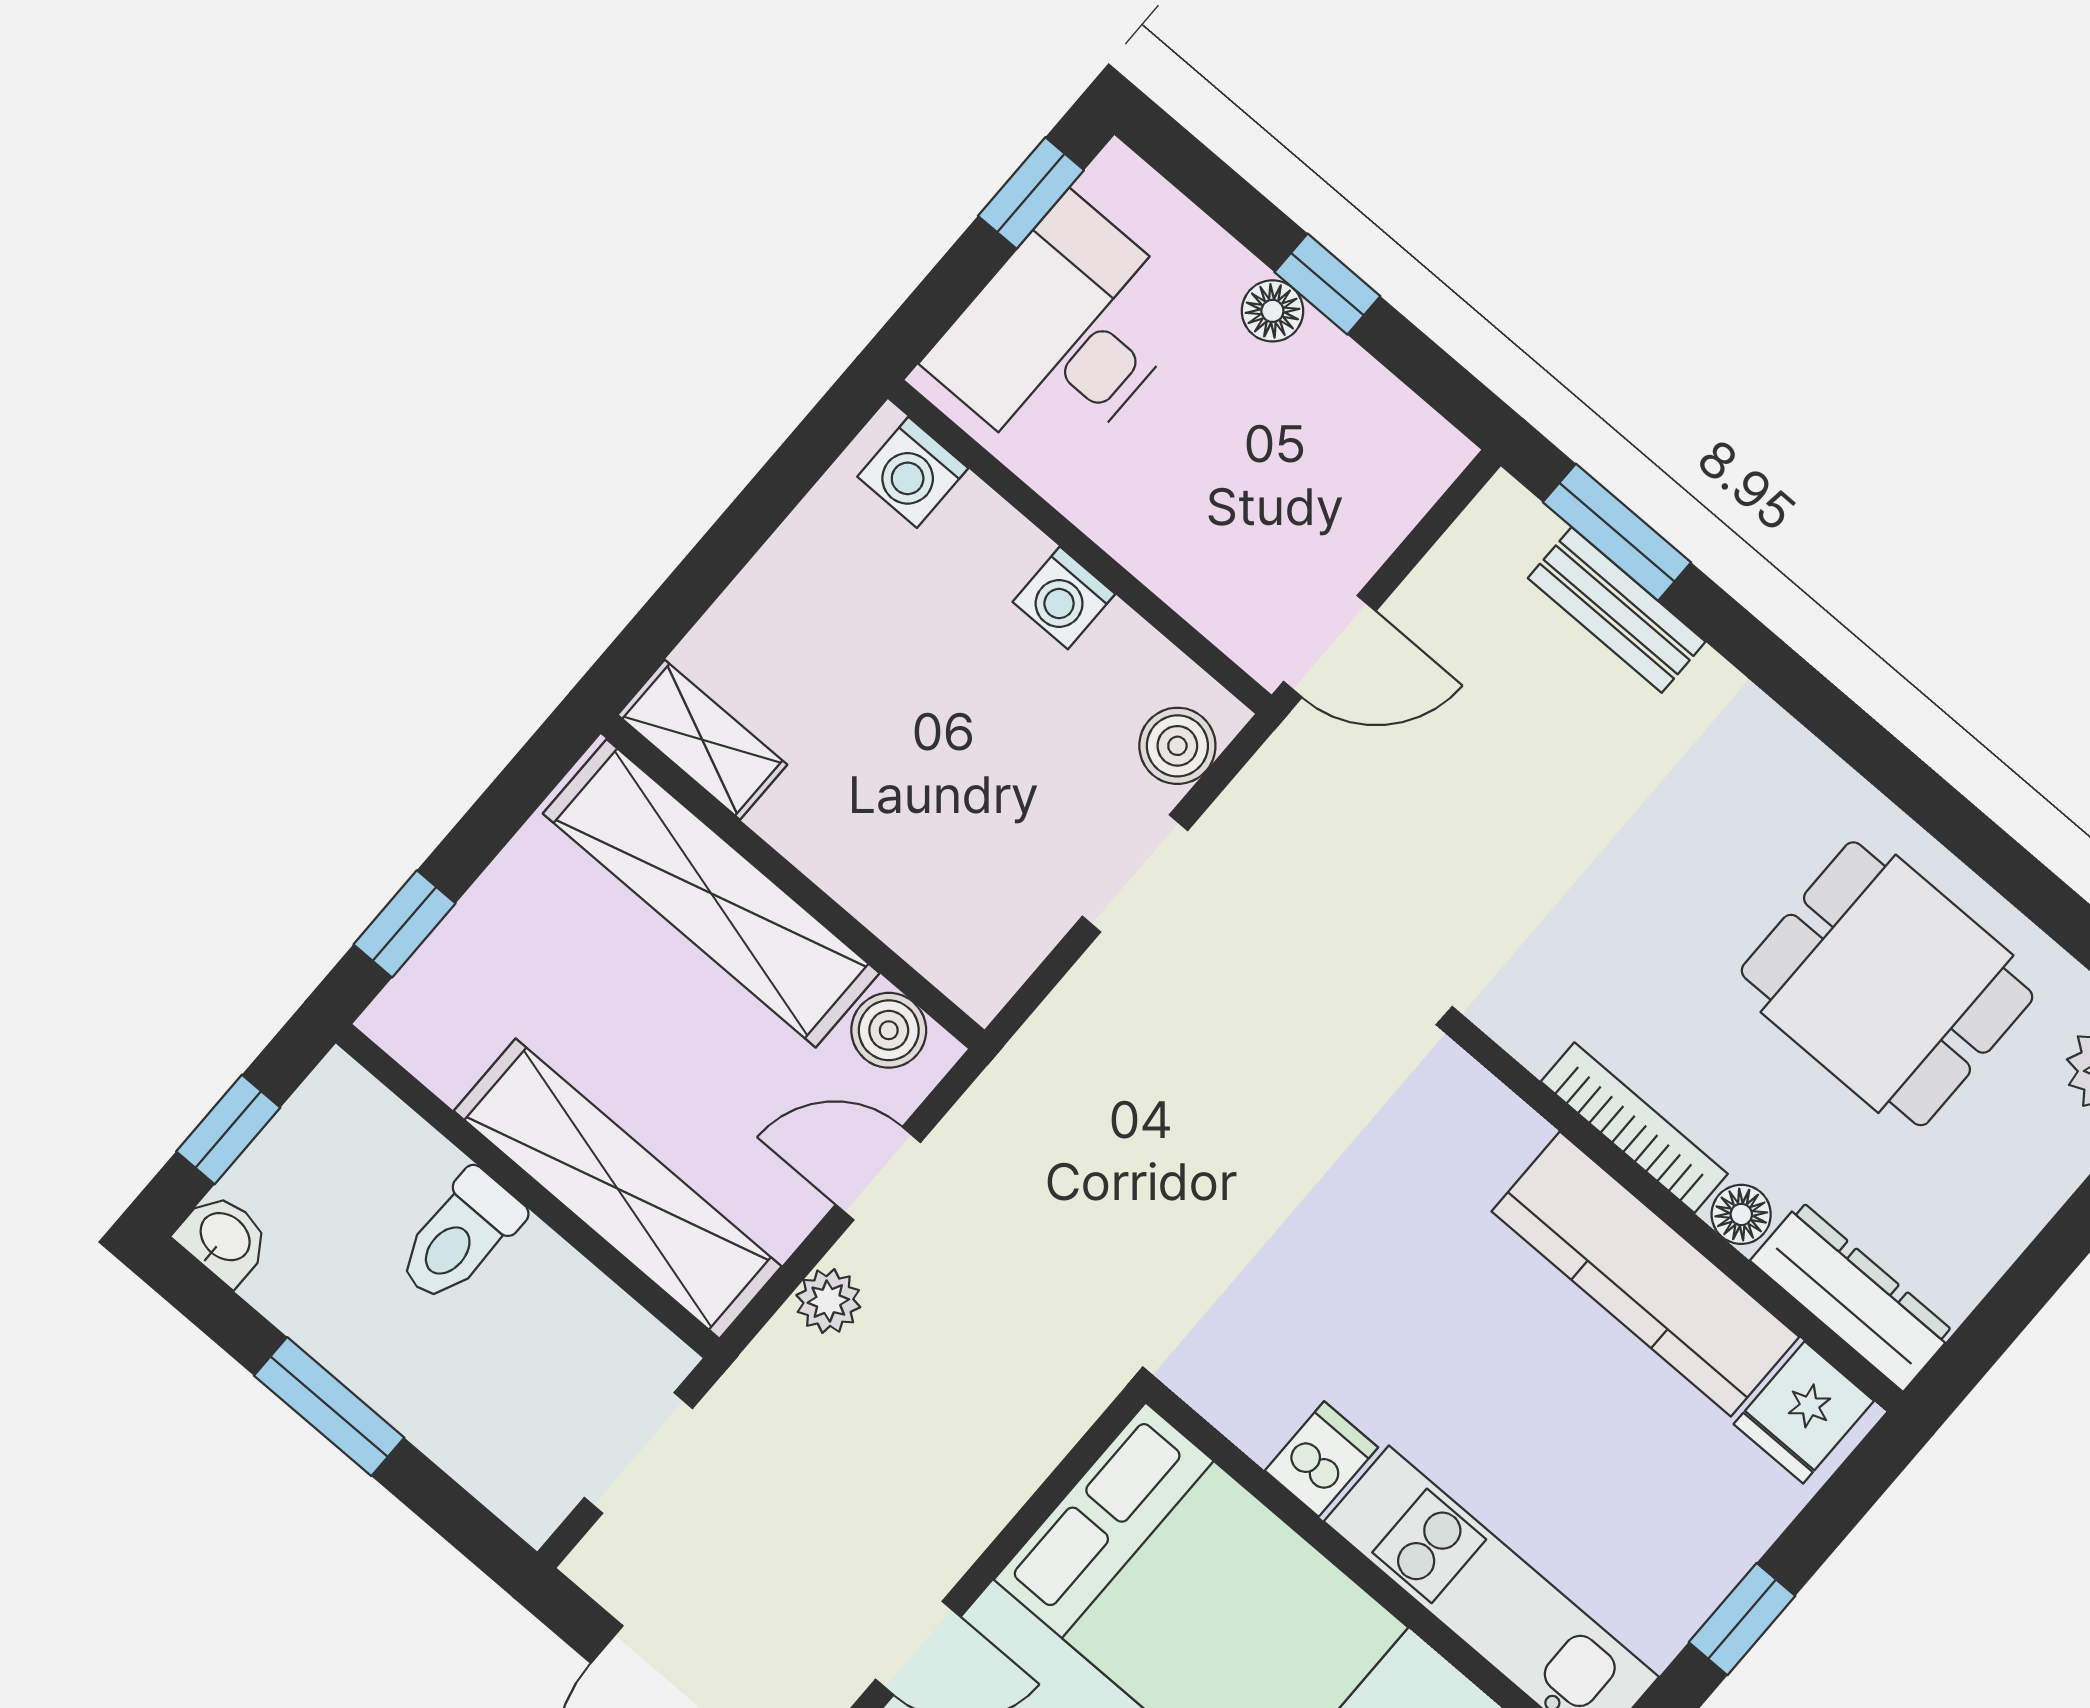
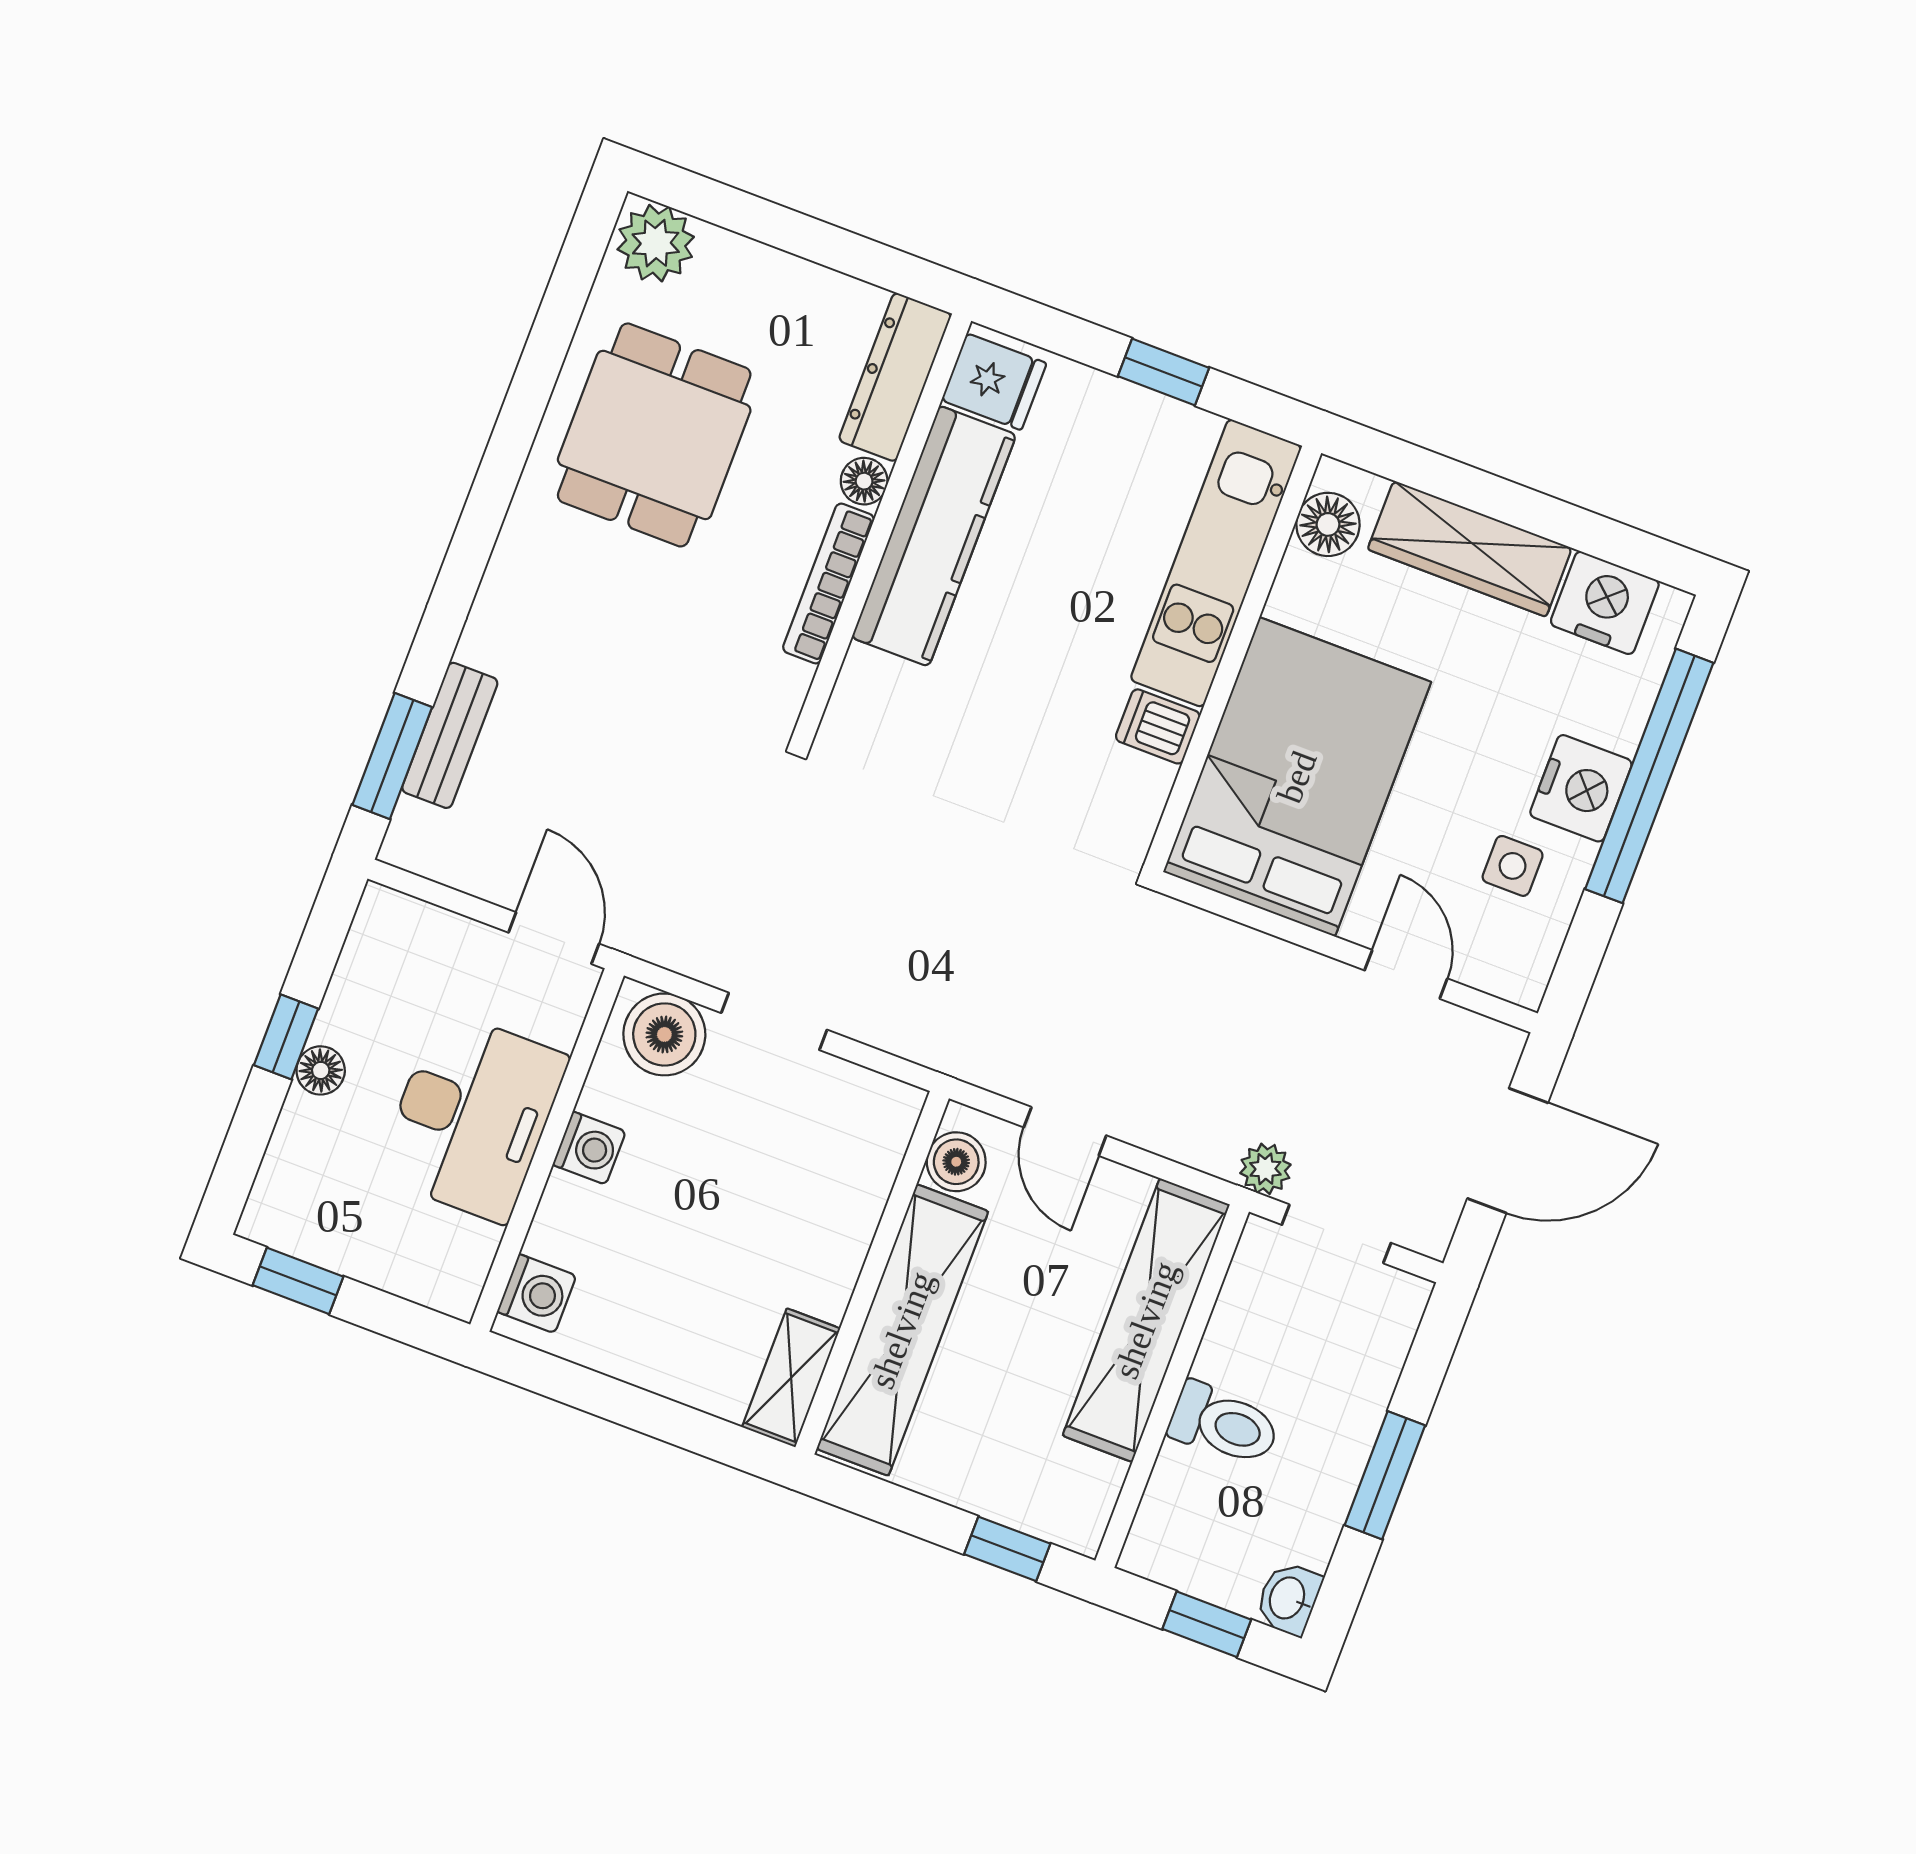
desk: (1063, 335) -> (472, 1116), moved, turned -90
boiler: (1177, 746) -> (664, 1034), width x1.36, depth x1.36
plant: (828, 1301) -> (1265, 1169), moved

